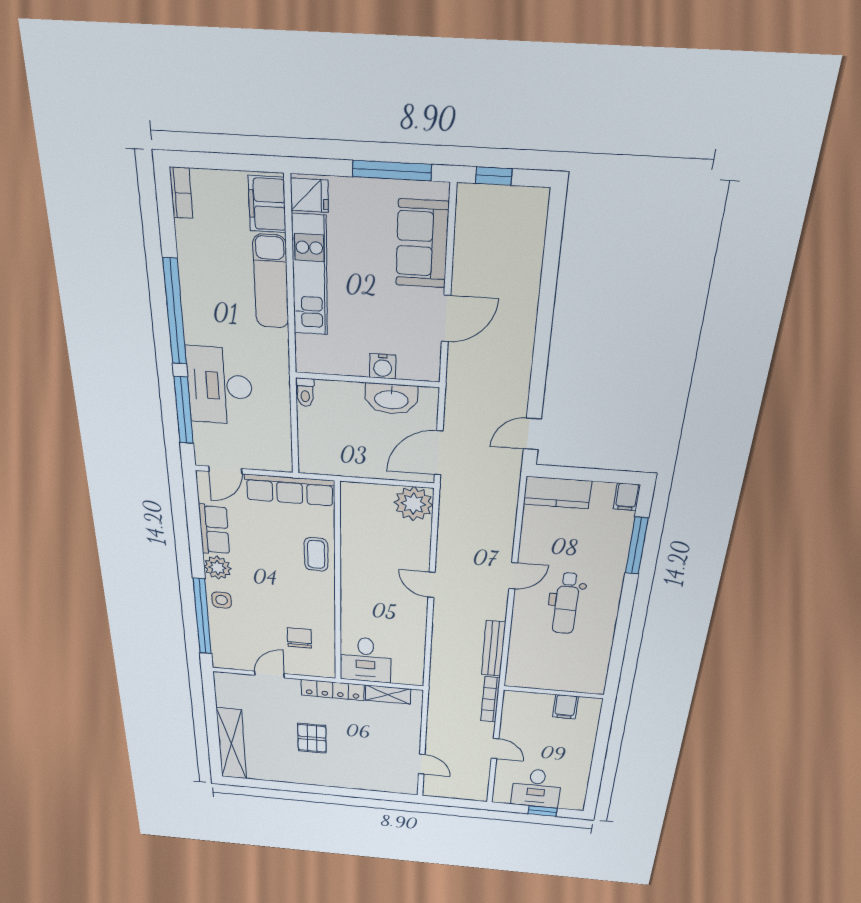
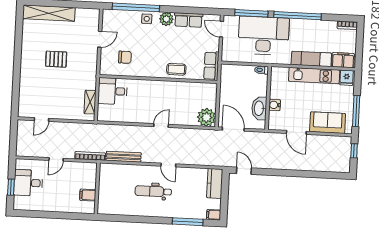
desk: (220, 386) -> (264, 36), width x1.36, depth x1.30
row of seats: (290, 490) -> (211, 66), width x0.68
door: (269, 674) -> (100, 39), hinge flipped
locker: (333, 690) -> (91, 73), removed

